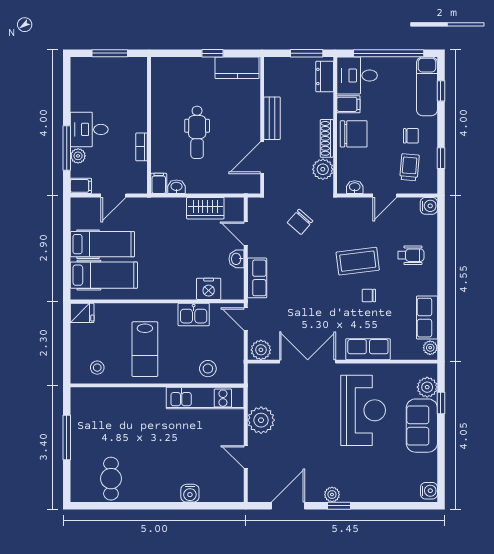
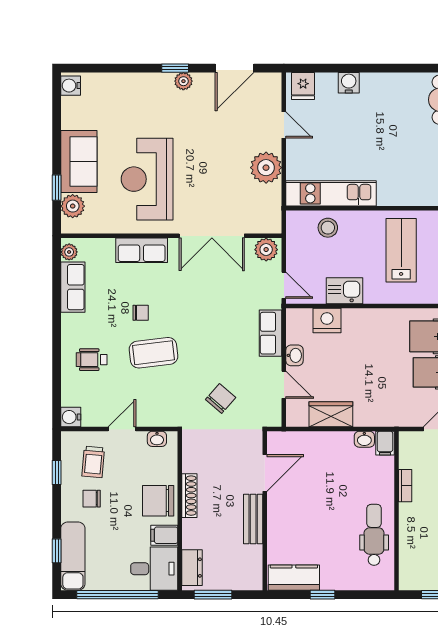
dental chair: (197, 132) -> (374, 535), moved
plant: (323, 169) -> (194, 460), removed
fridge: (229, 490) -> (303, 86), added

